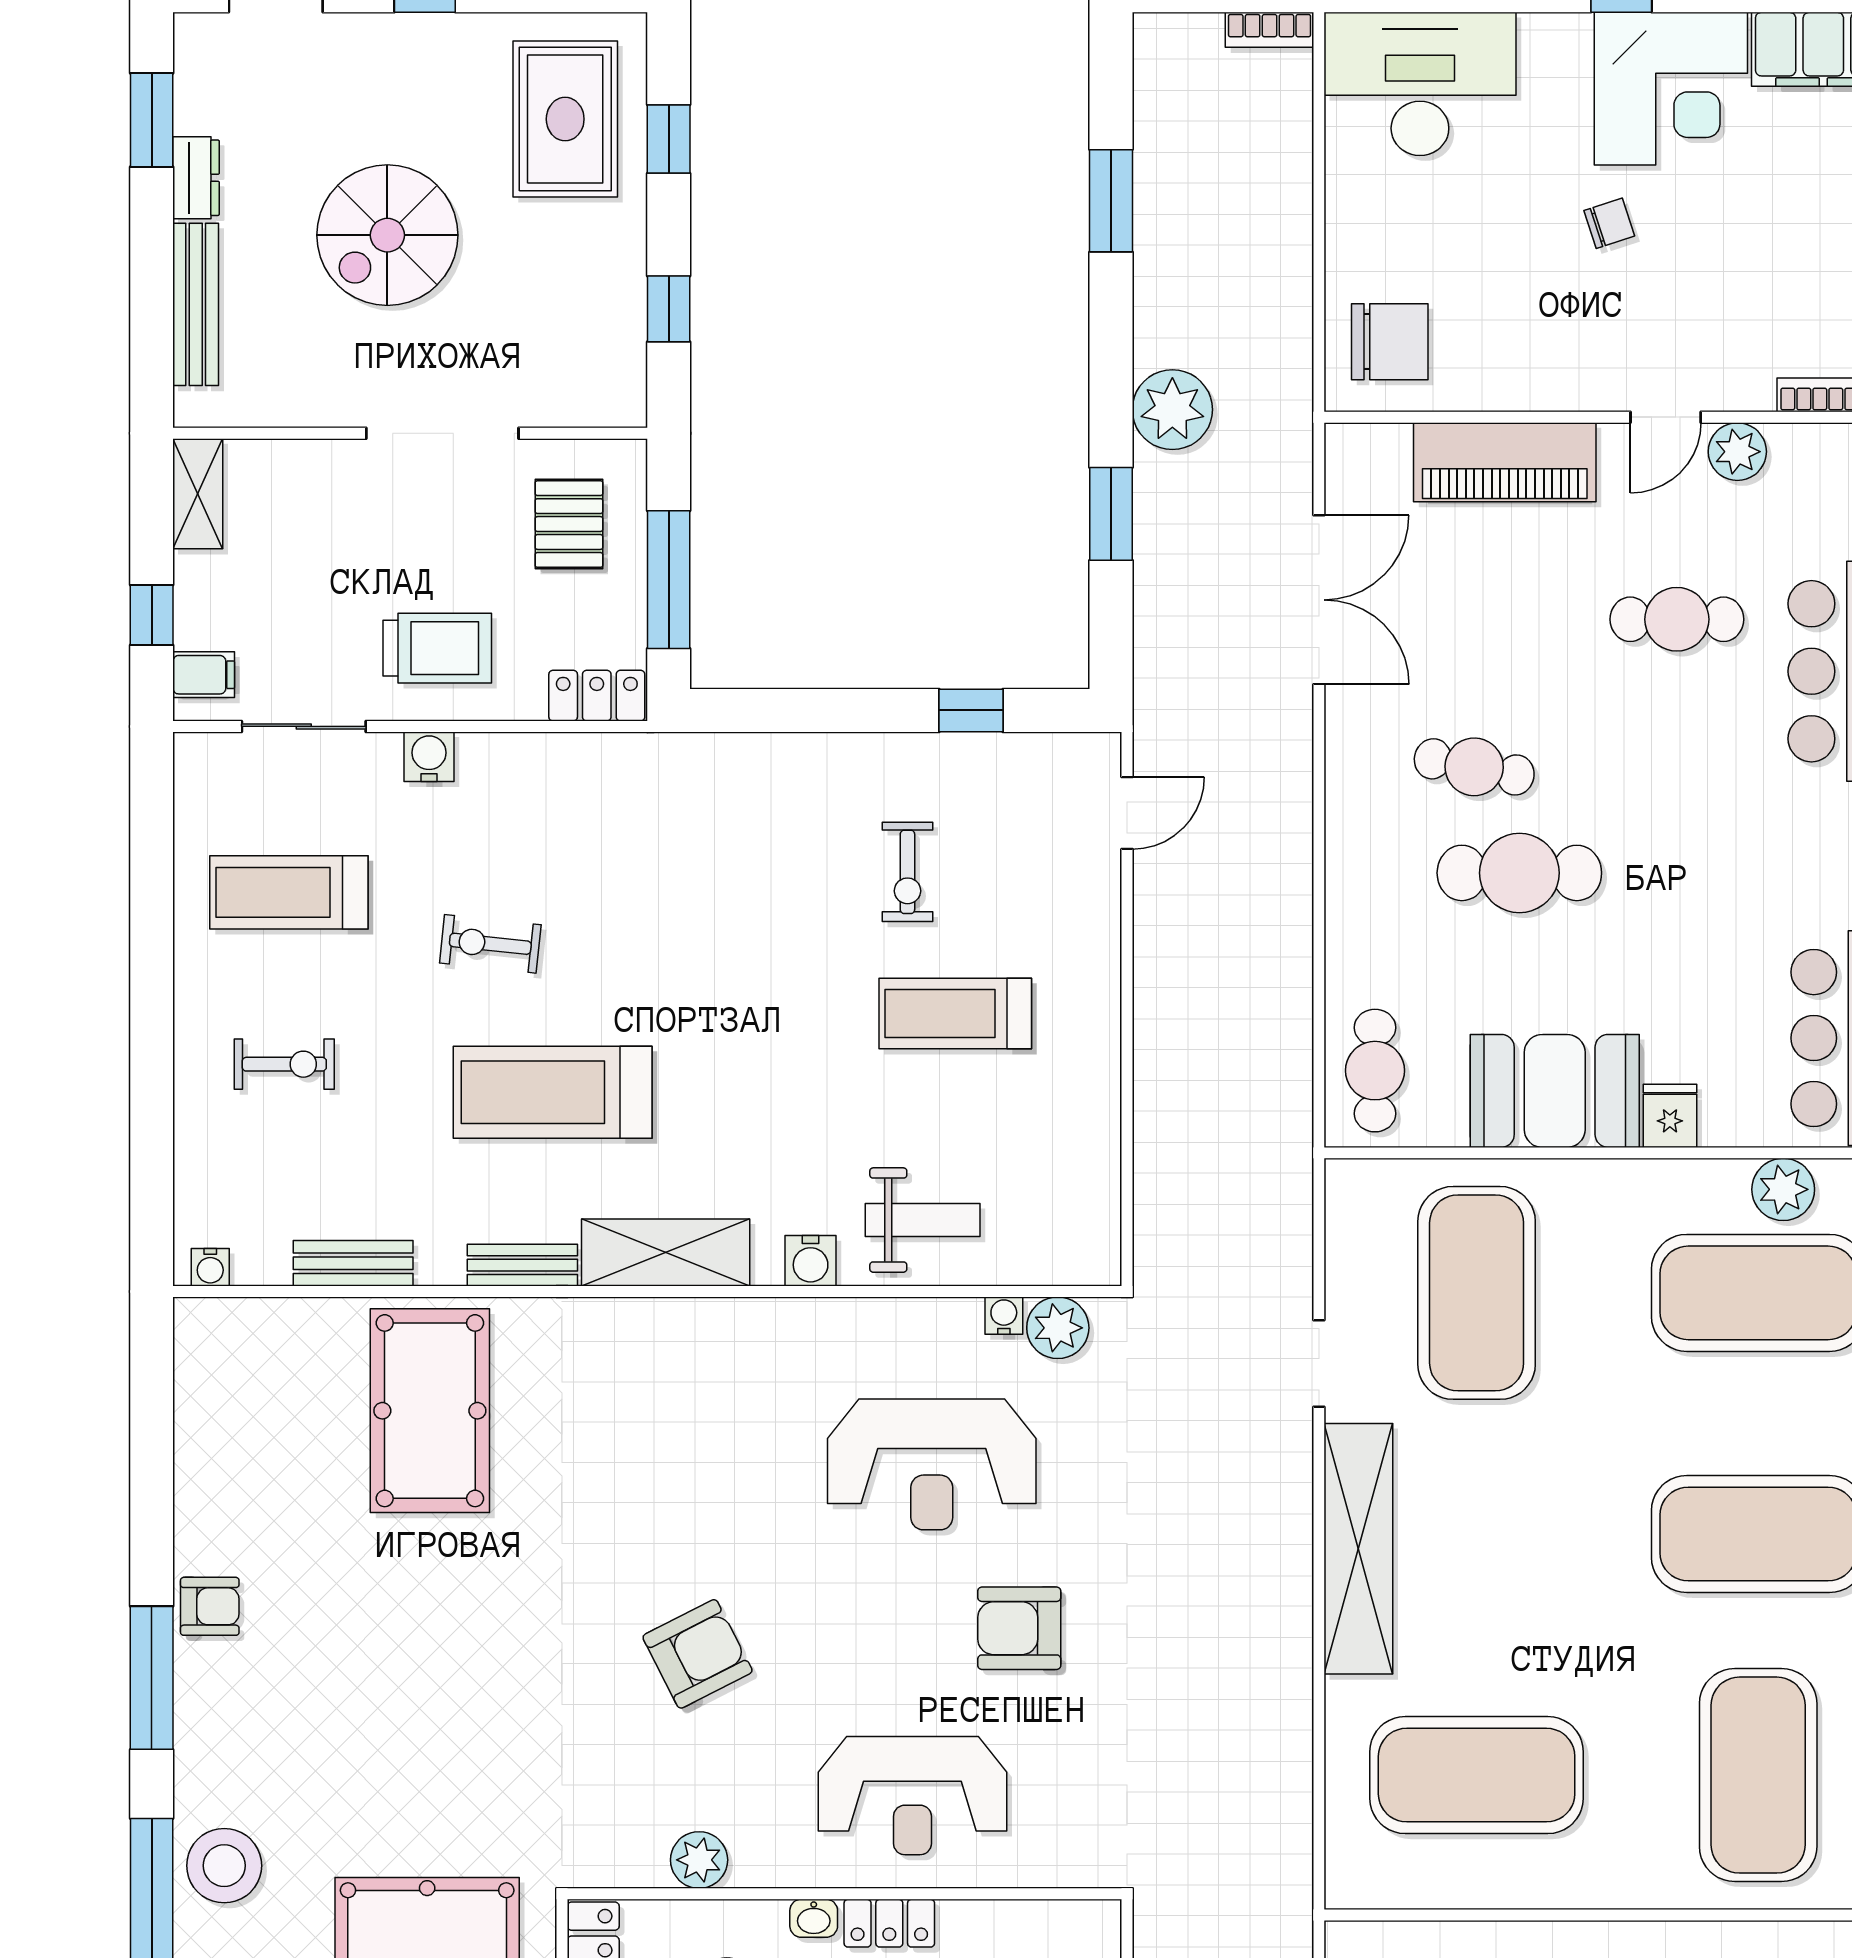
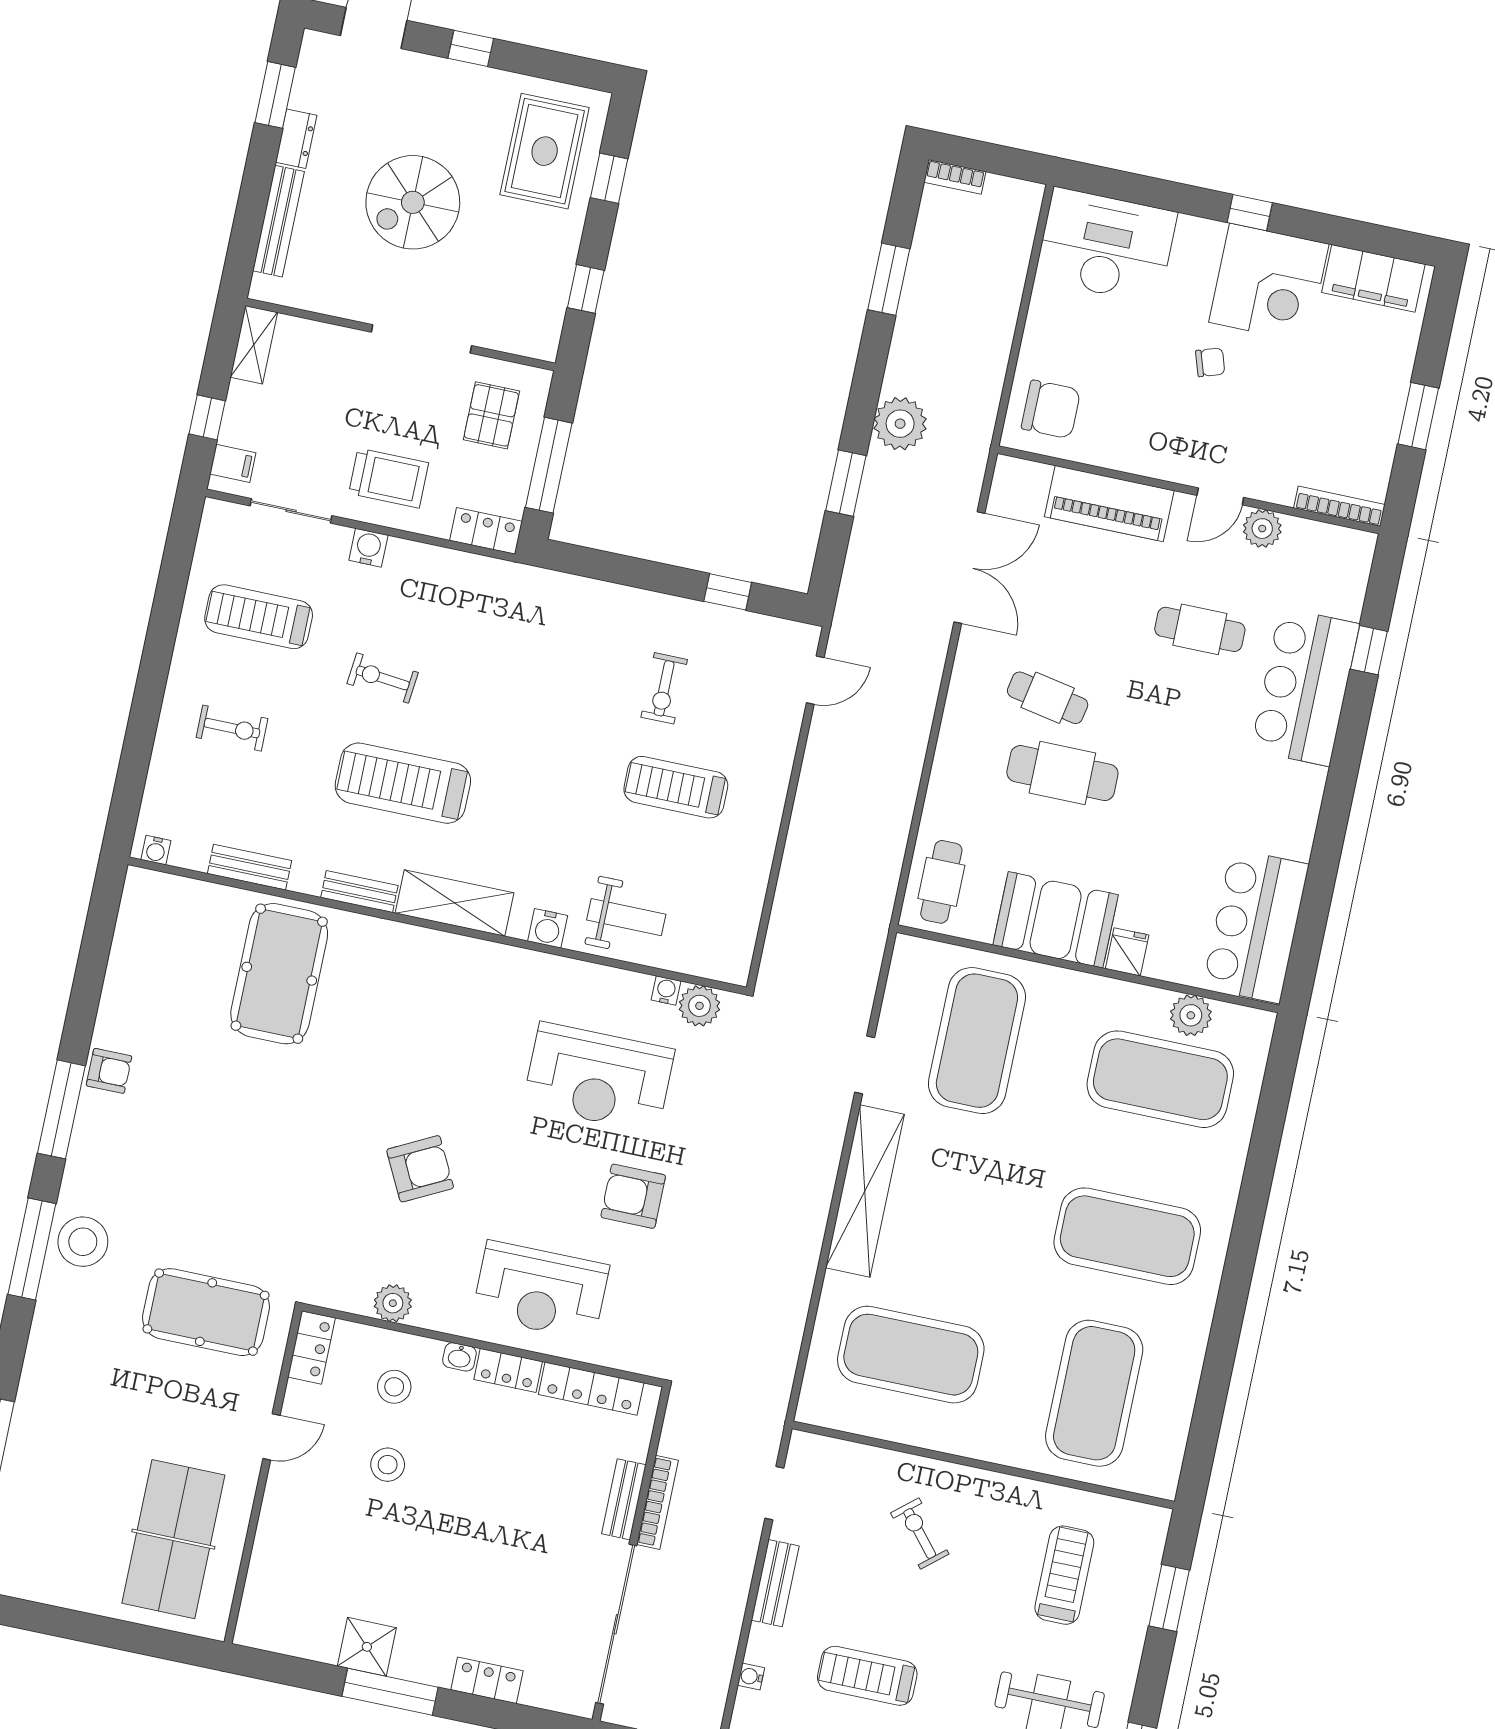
bookcase: (1270, 30) -> (955, 177), moved
locker: (1017, 1924) -> (591, 1389), added

